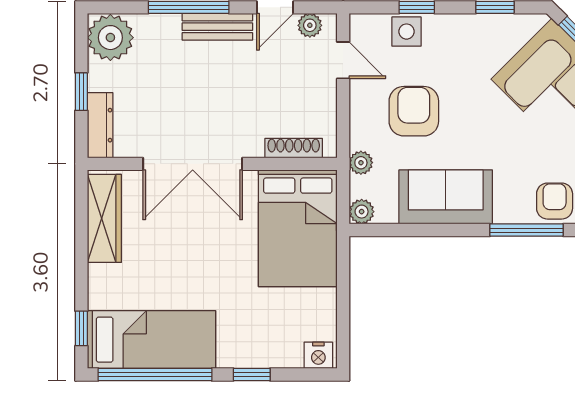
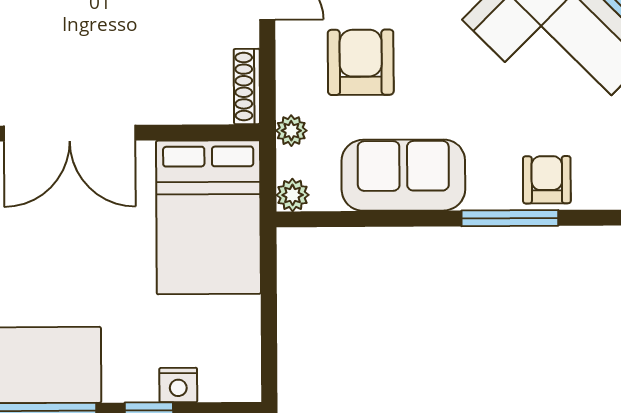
shoe rack: (294, 148) -> (247, 86), moved, turned -90
nightstand: (318, 355) -> (178, 385), moved

